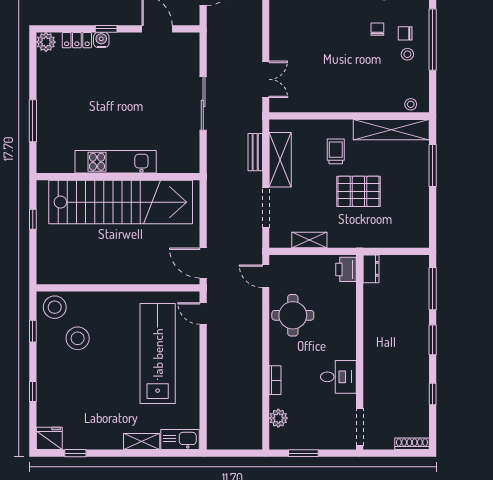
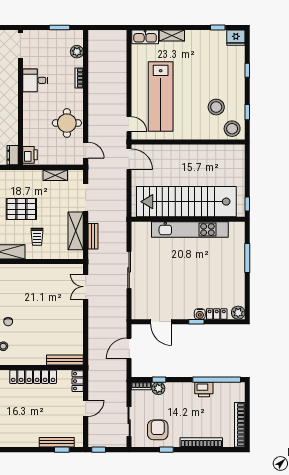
kitchen unit: (116, 162) -> (190, 230), width x1.36
window: (33, 219) -> (247, 204), moved

